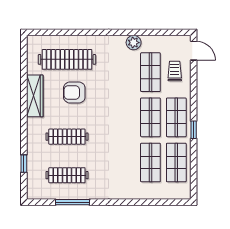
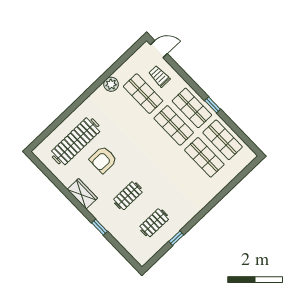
wardrobe: (35, 96) -> (82, 194), width x0.67
clothes rail: (67, 137) -> (128, 196), width x0.73
window: (24, 164) -> (100, 227), moved
clothes rail: (67, 175) -> (154, 223), width x0.73
window: (72, 202) -> (176, 238), width x0.46

